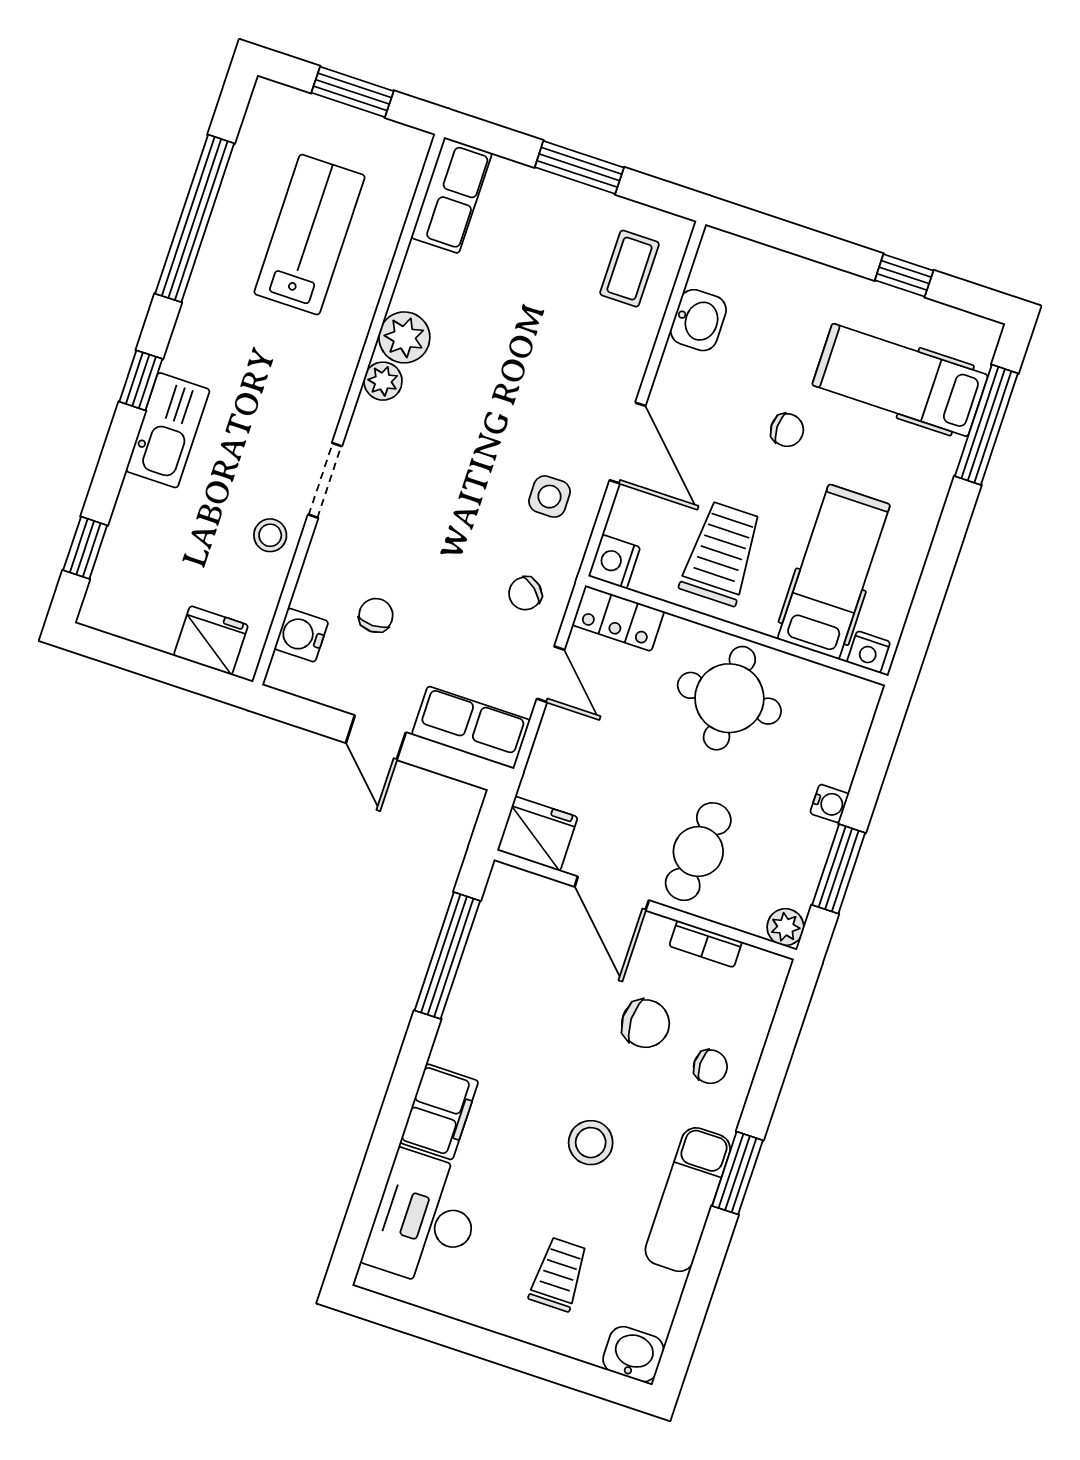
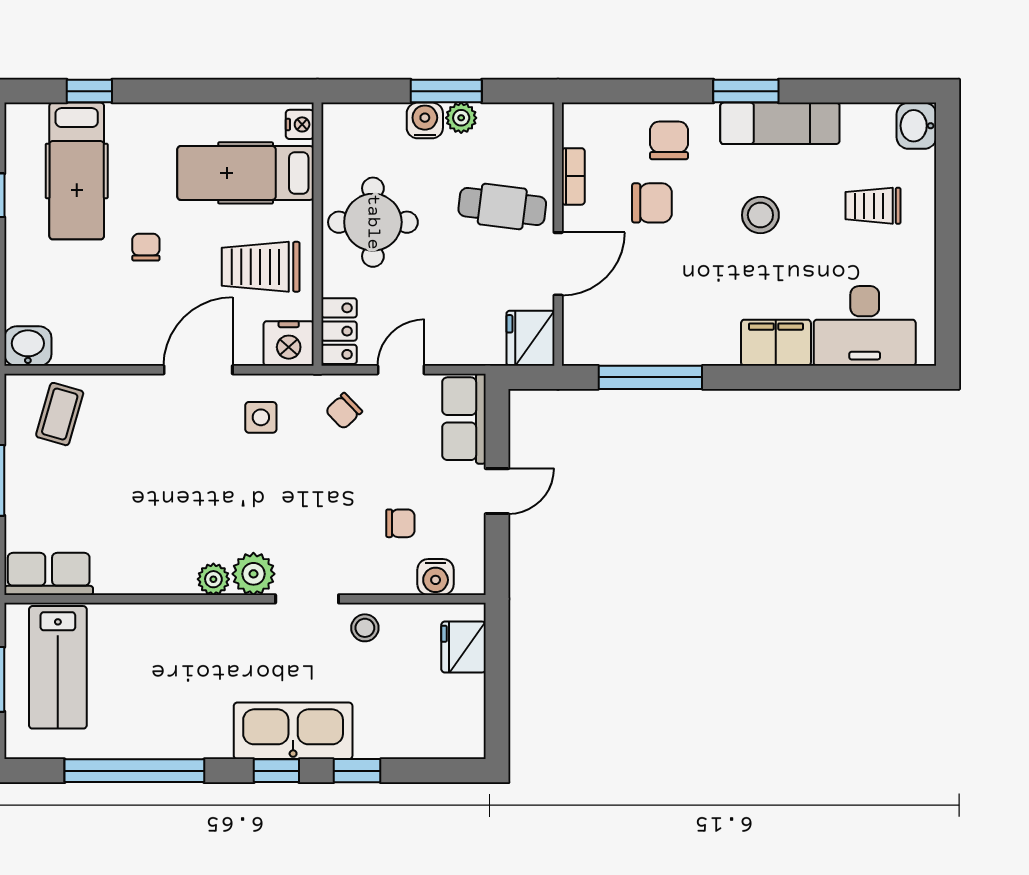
lab bench: (310, 235) -> (58, 667), moved, turned -90
coffee table: (630, 269) -> (60, 414), turned -74
washbasin: (698, 320) -> (28, 346), moved
plant: (404, 337) -> (253, 574), moved
window: (986, 425) -> (89, 91), width x0.46
kitchen sink: (168, 430) -> (293, 731), width x1.36, depth x1.24
window: (85, 548) -> (357, 771), moved
nightstand: (614, 562) -> (289, 344), width x1.36, depth x1.33
chair: (525, 593) -> (344, 411), turned 95
chair: (376, 615) -> (400, 523), turned 180
water cooler: (829, 804) -> (425, 120), width x1.38, depth x1.38
window: (839, 869) -> (446, 91), moved
plant: (785, 927) -> (461, 118), moved
chair: (646, 1024) -> (652, 203), turned 90
chair: (710, 1067) -> (669, 140), width x1.37, depth x1.37

